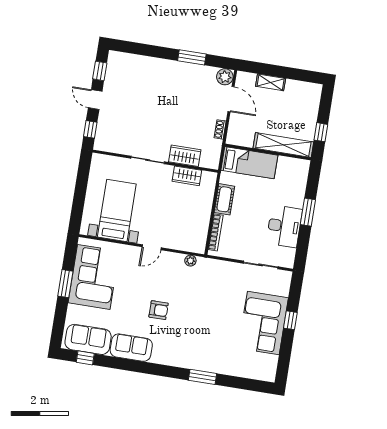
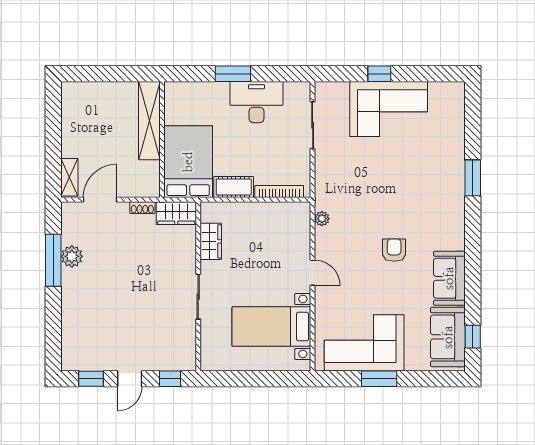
window: (192, 57) -> (53, 260), width x1.44
plant: (225, 77) -> (72, 256), moved
shelving: (271, 82) -> (69, 177), moved
window: (321, 132) -> (124, 74), removed
wardrobe: (185, 156) -> (176, 213), moved, turned -90
bed: (249, 163) -> (188, 162), width x1.50

